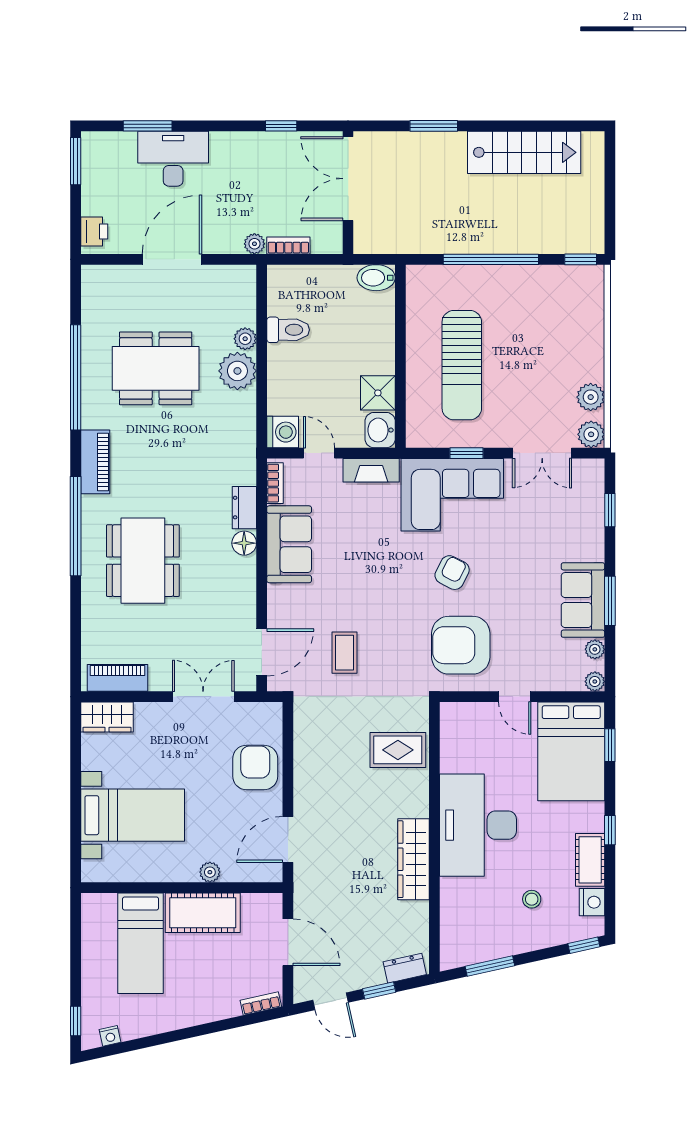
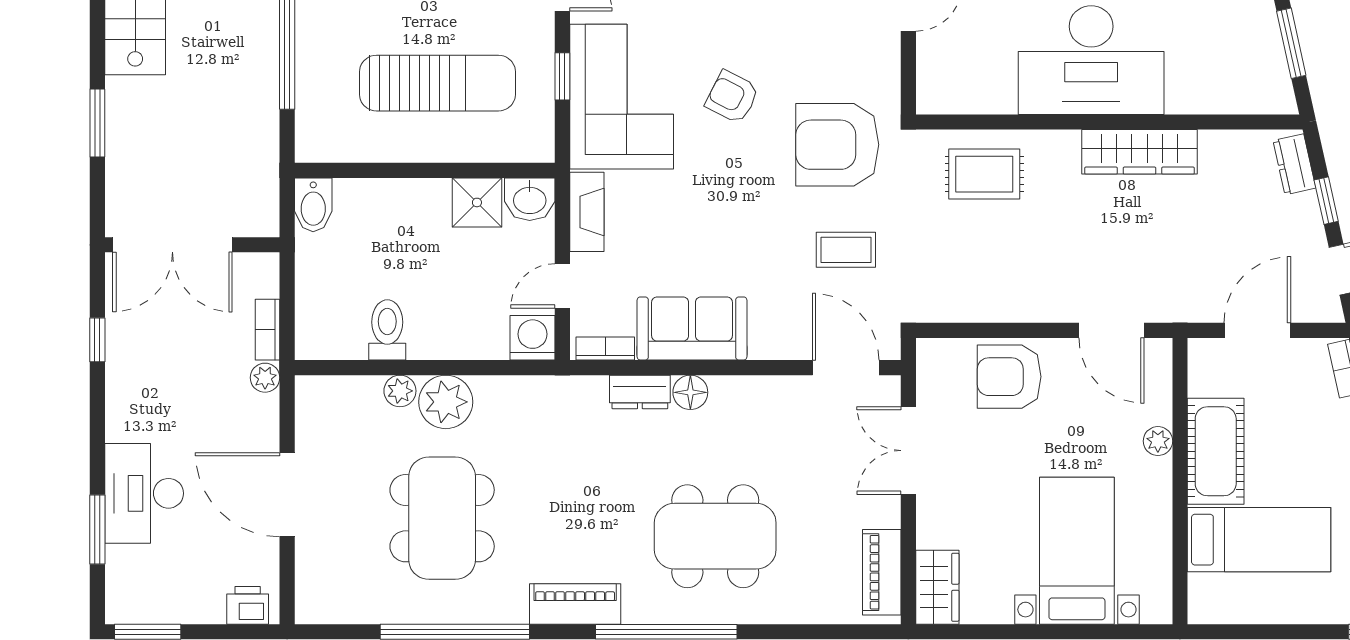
armchair: (461, 645) -> (837, 145), moved, turned 90
rug: (398, 750) -> (984, 174), turned 90

